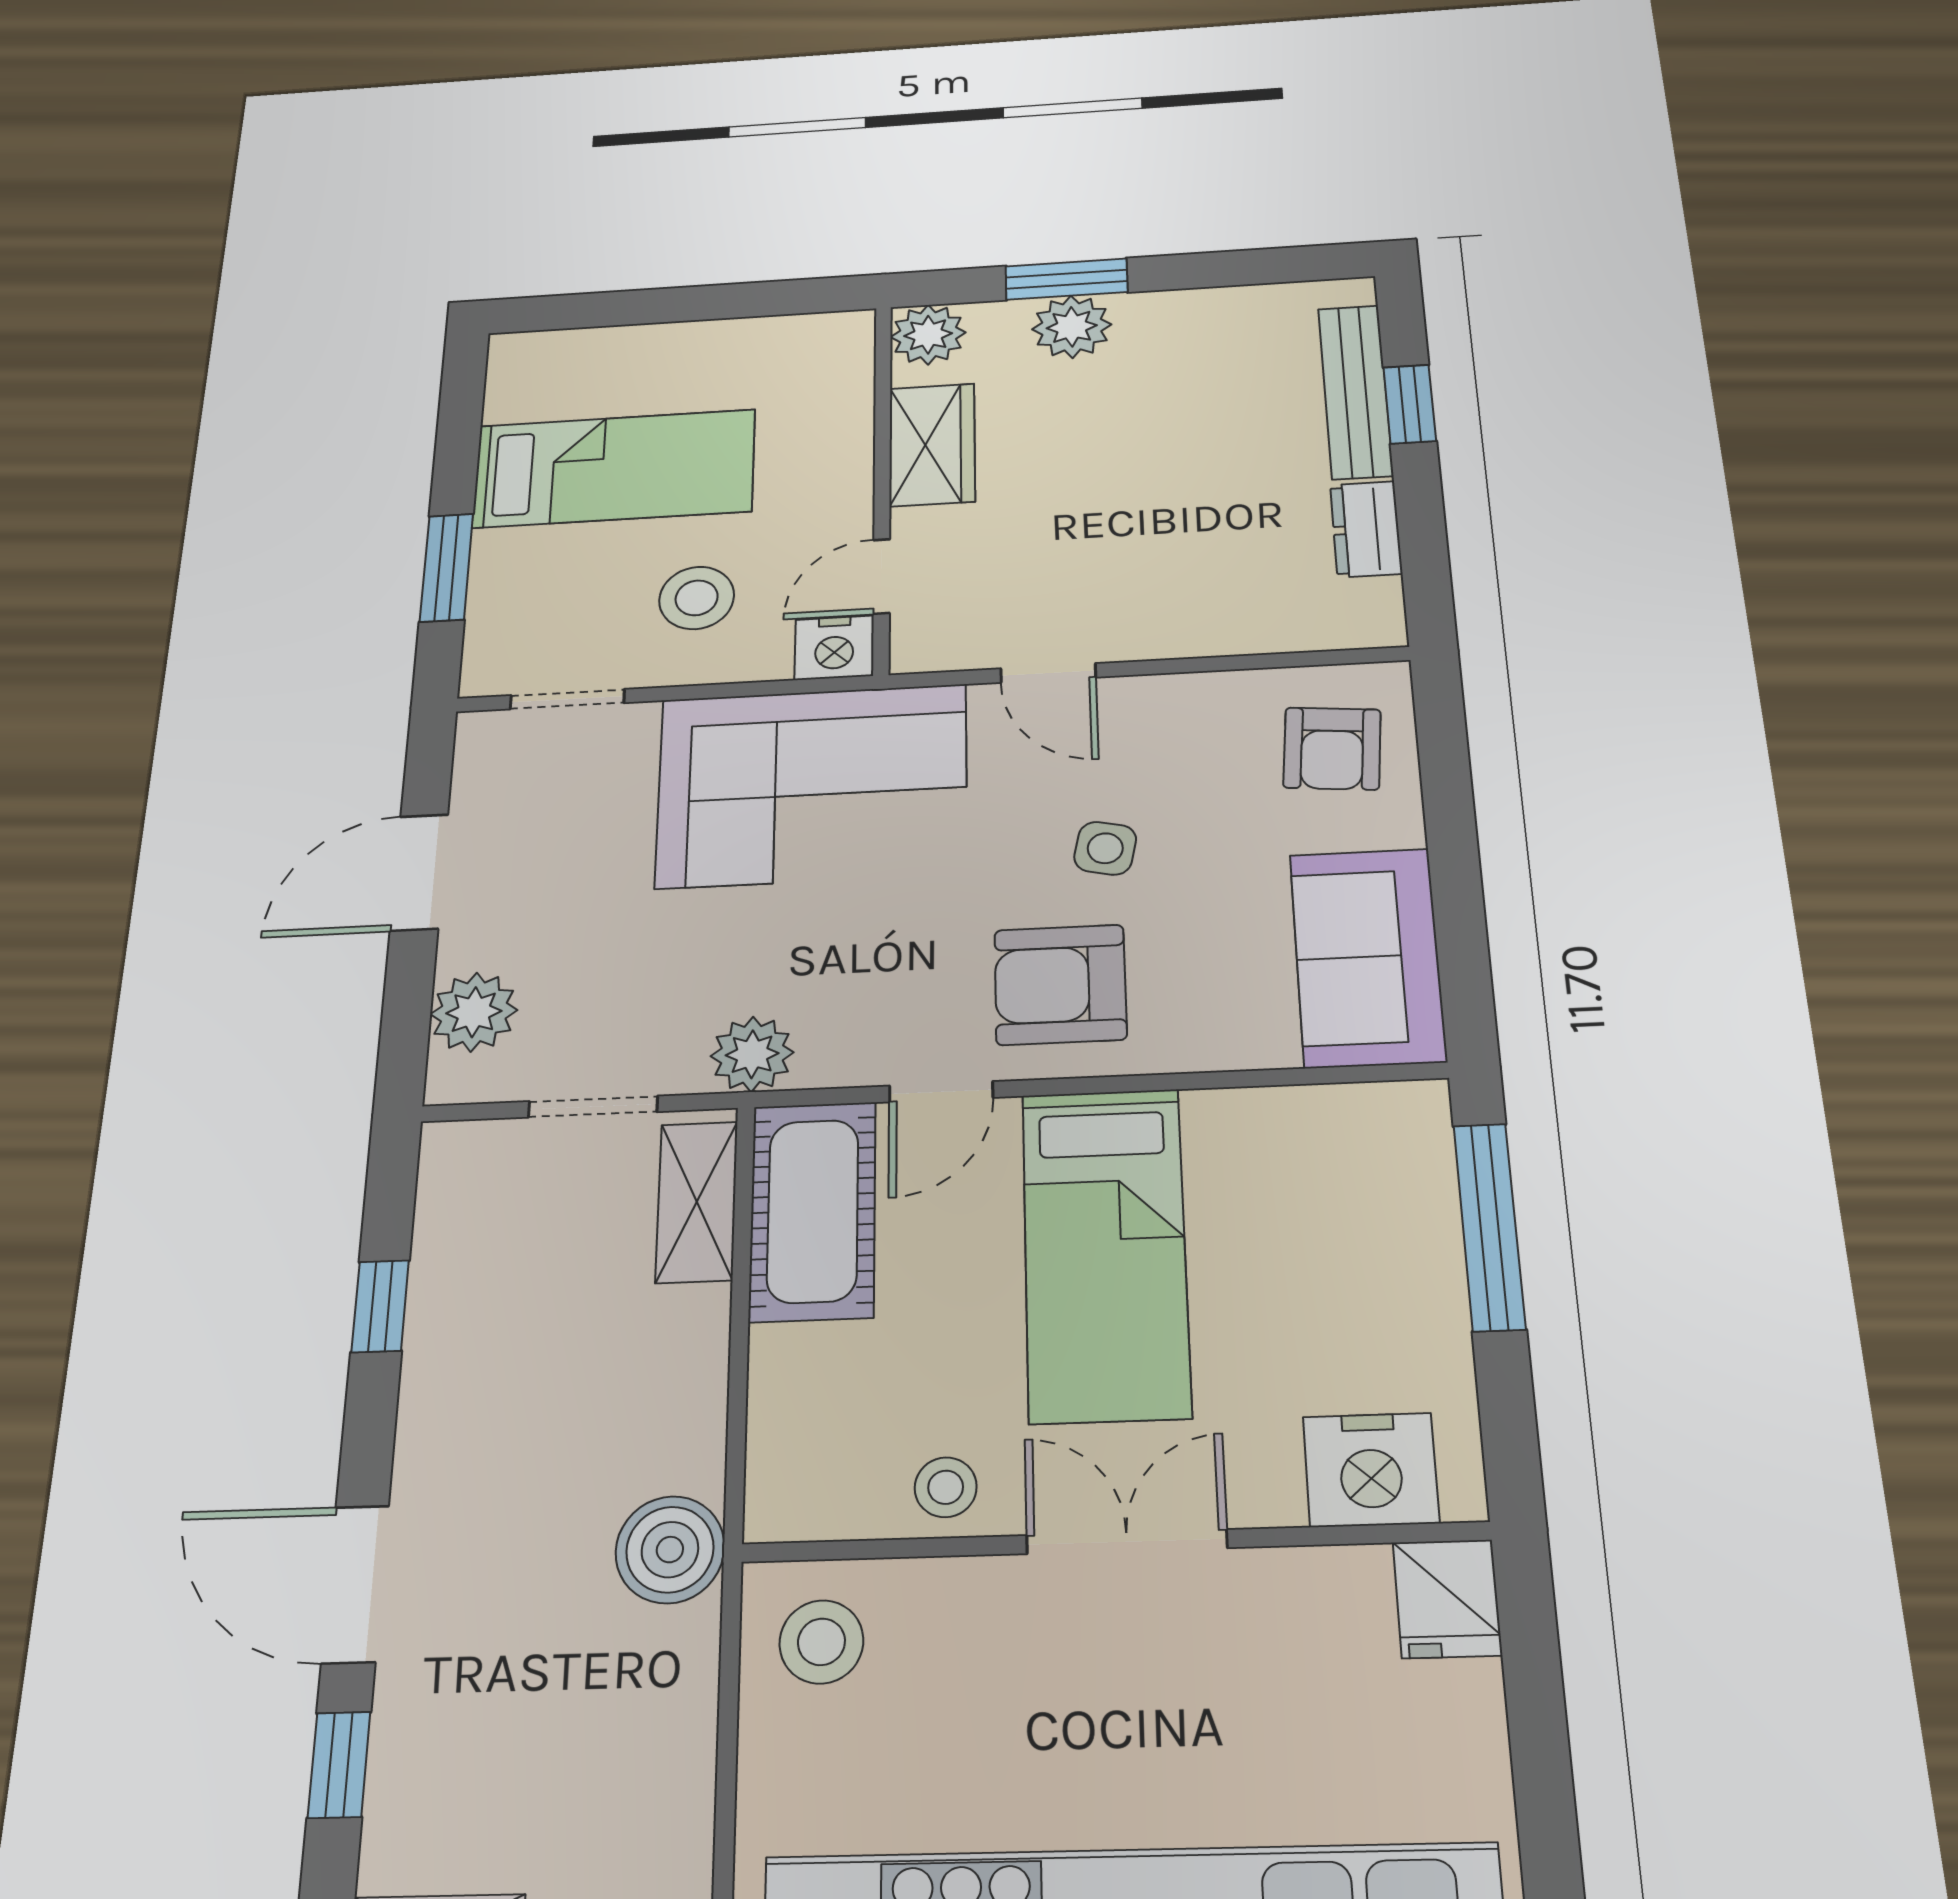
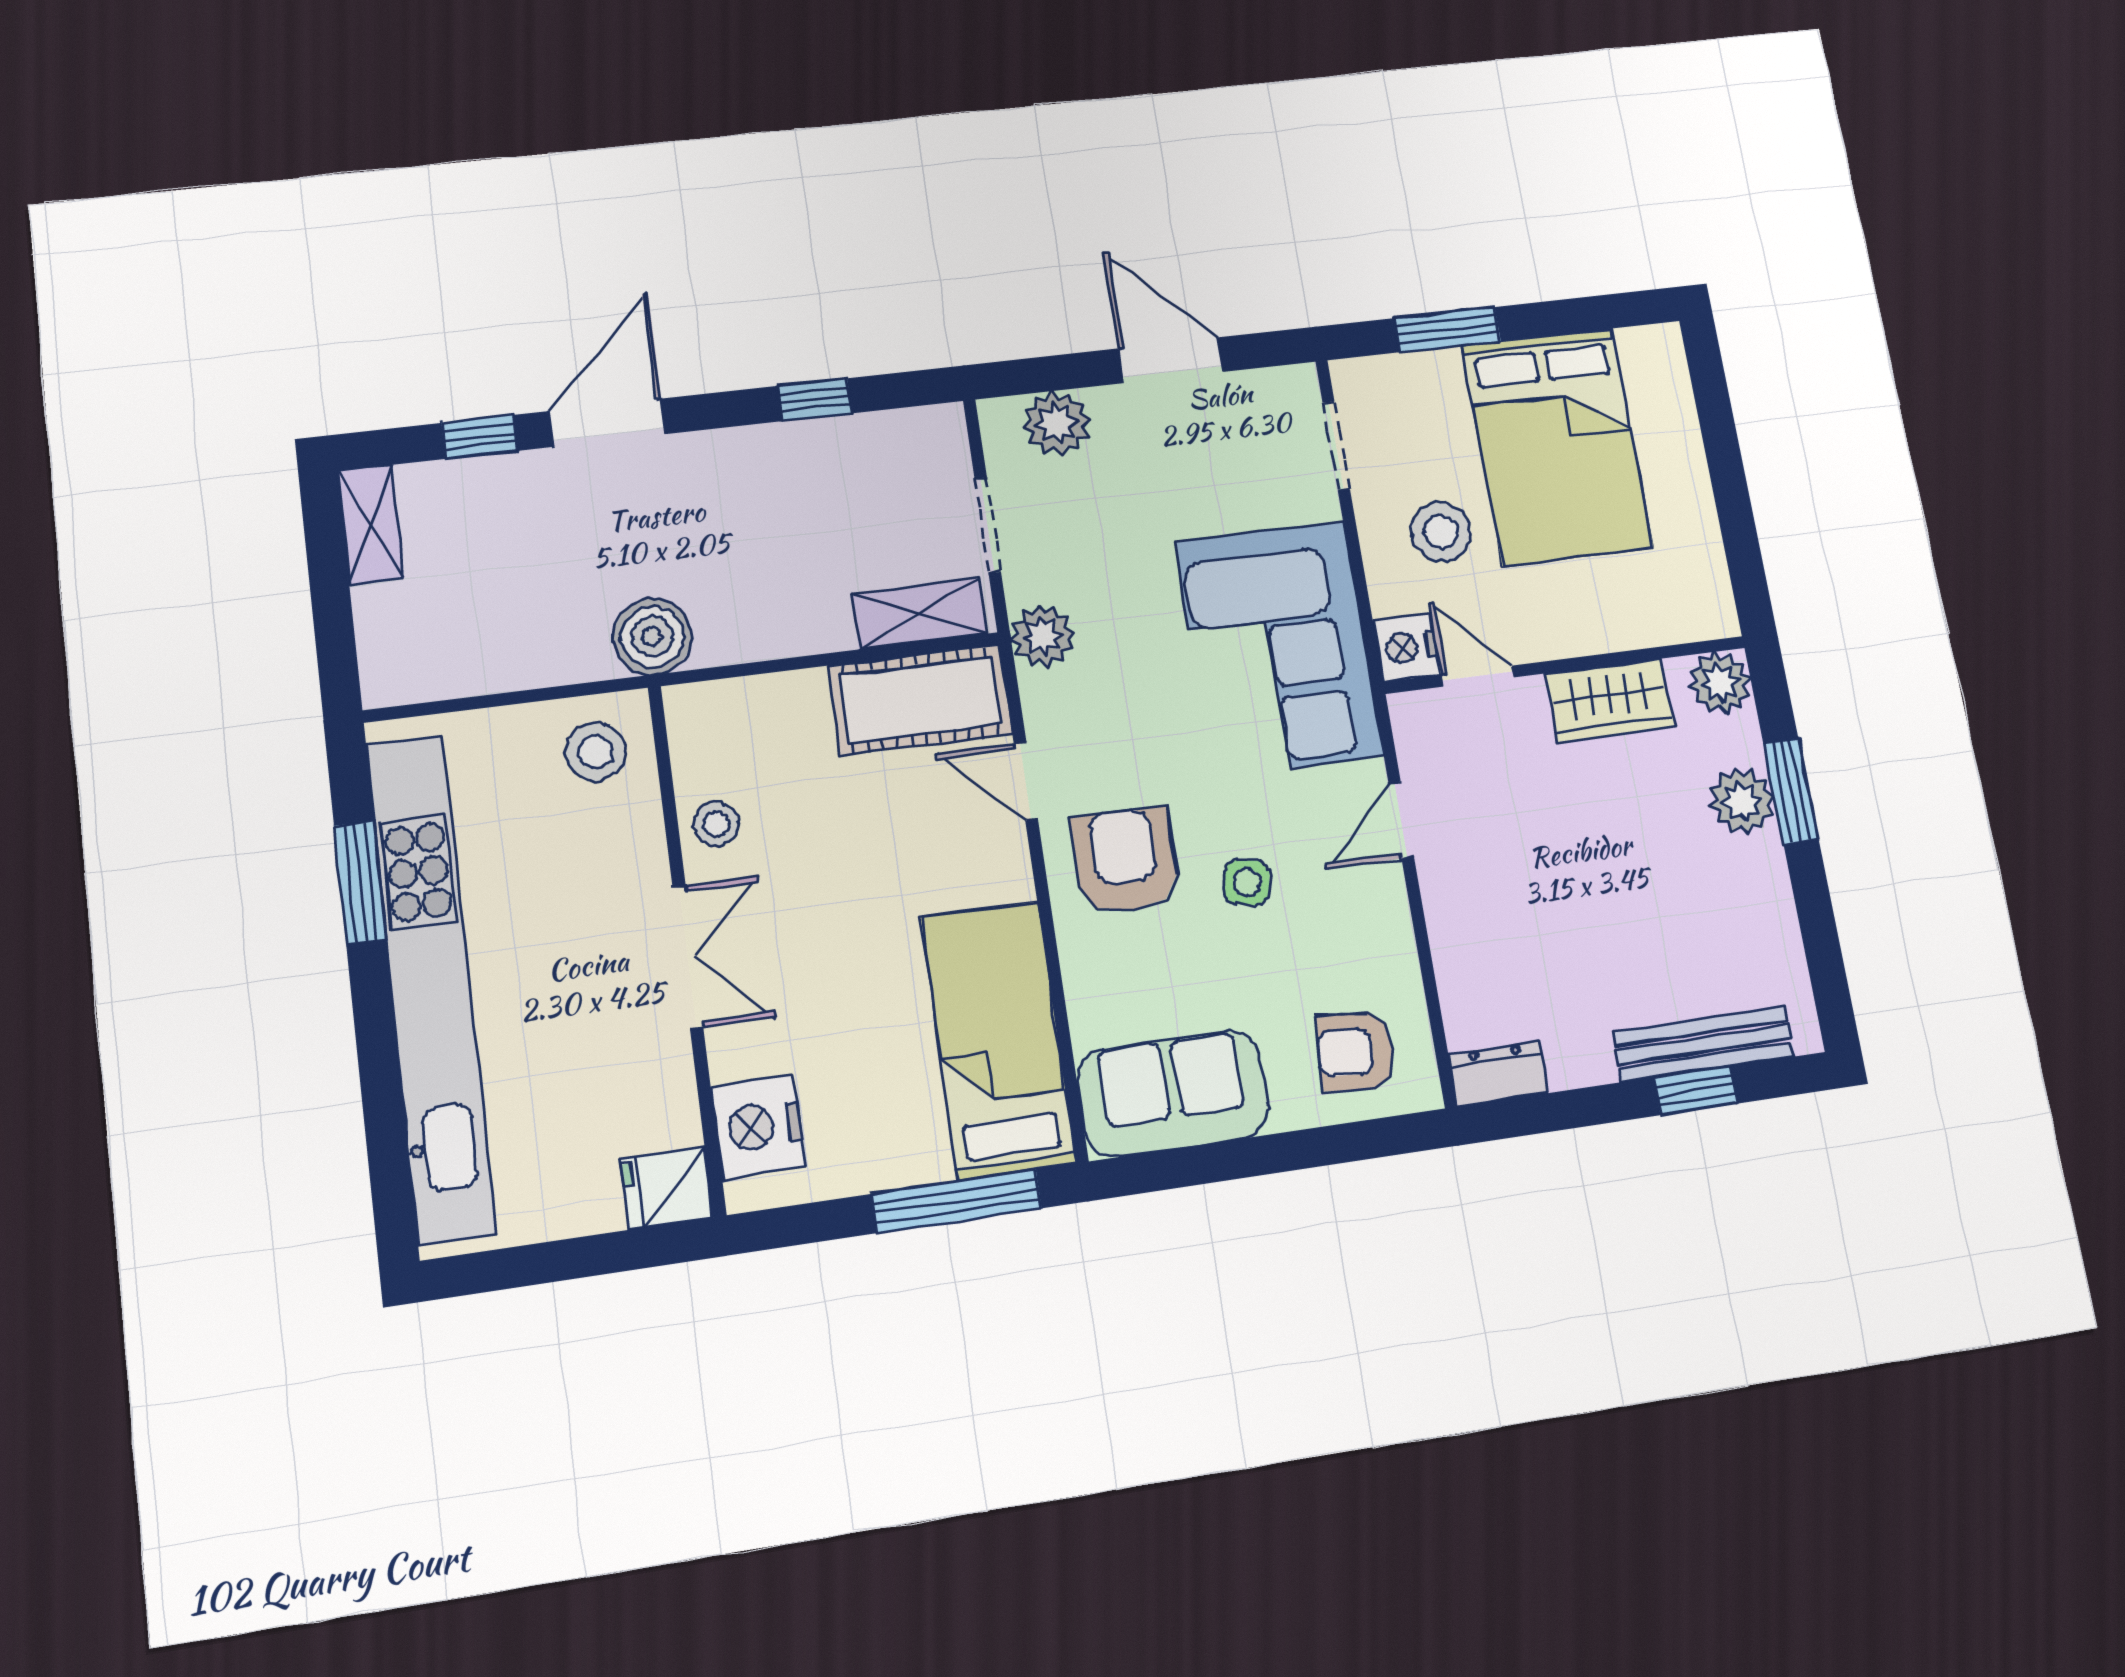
bed: (614, 468) -> (1557, 446), width x1.50
dresser: (1366, 529) -> (1498, 1073), moved
bed: (1105, 1253) -> (998, 1040), moved, turned 90

